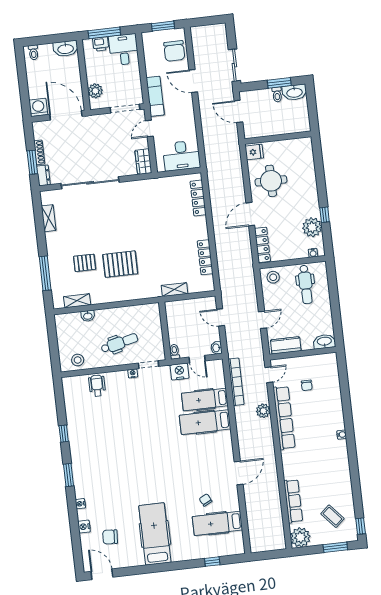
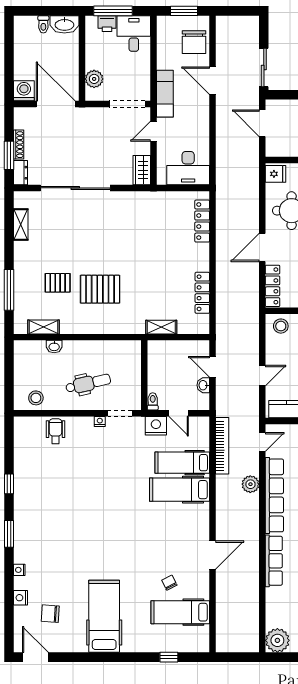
toilet: (33, 52) -> (43, 24), moved
washbasin: (216, 348) -> (203, 385), moved
row of seats: (293, 501) -> (274, 561), moved

